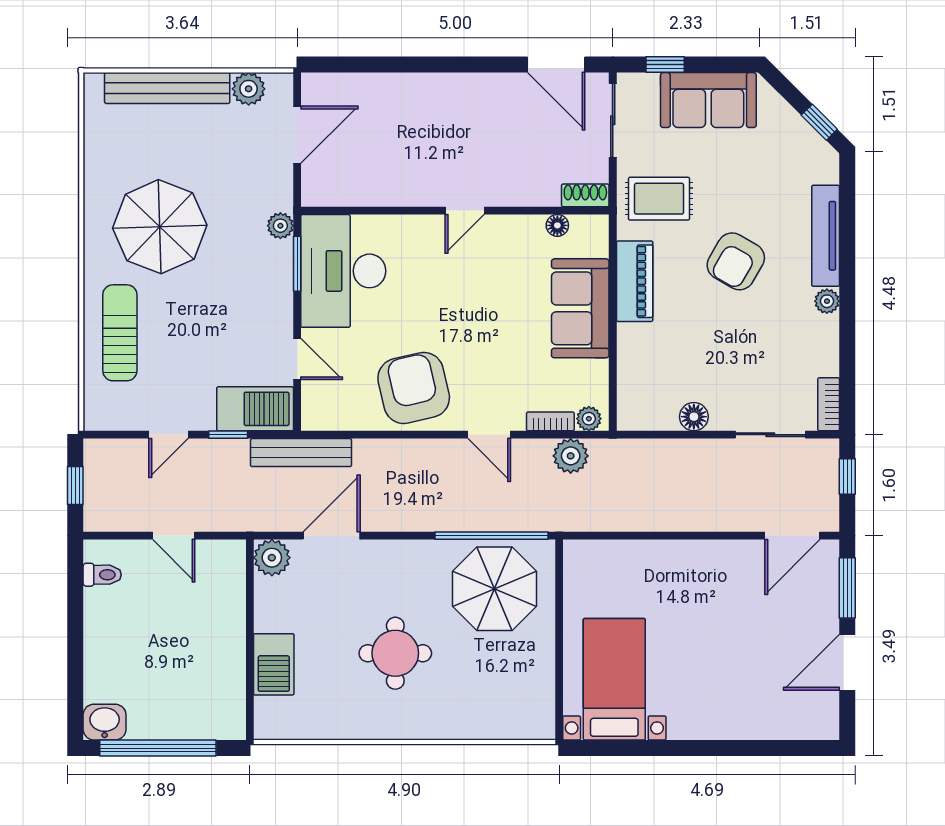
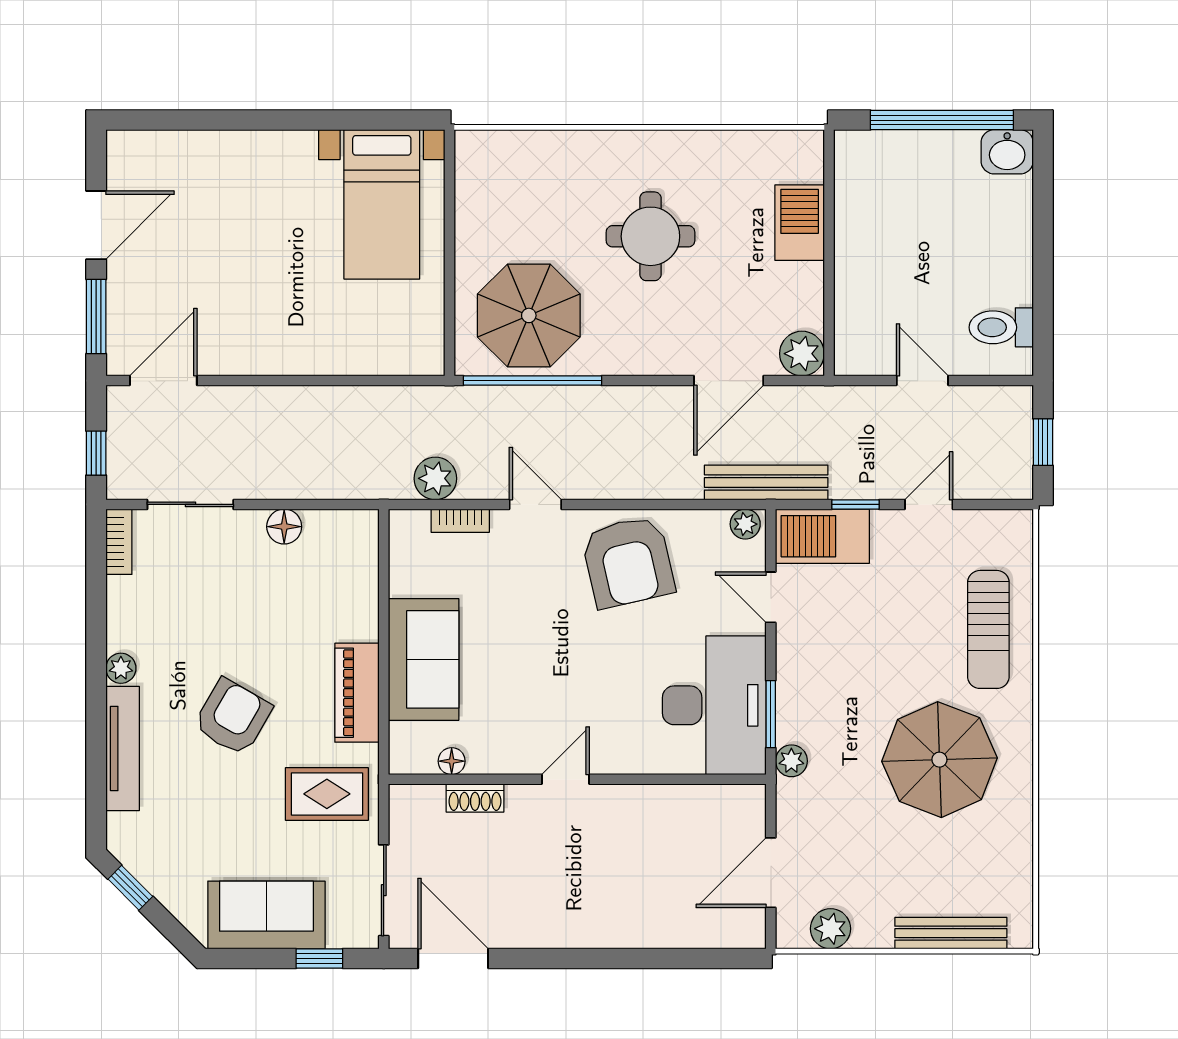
bench: (167, 88) -> (951, 933), width x0.73, depth x0.82
shoe rack: (585, 195) -> (475, 798), moved
plant: (589, 419) -> (745, 524), moved
toilet: (102, 575) -> (1001, 327), width x1.37, depth x1.39

